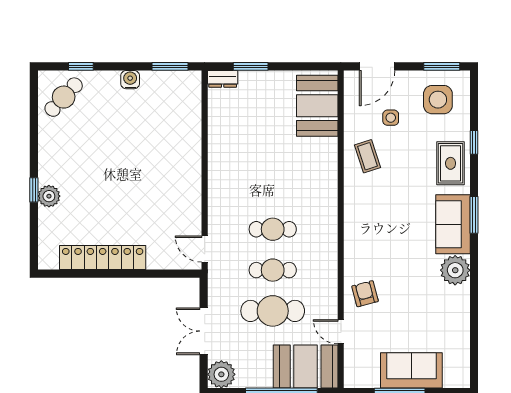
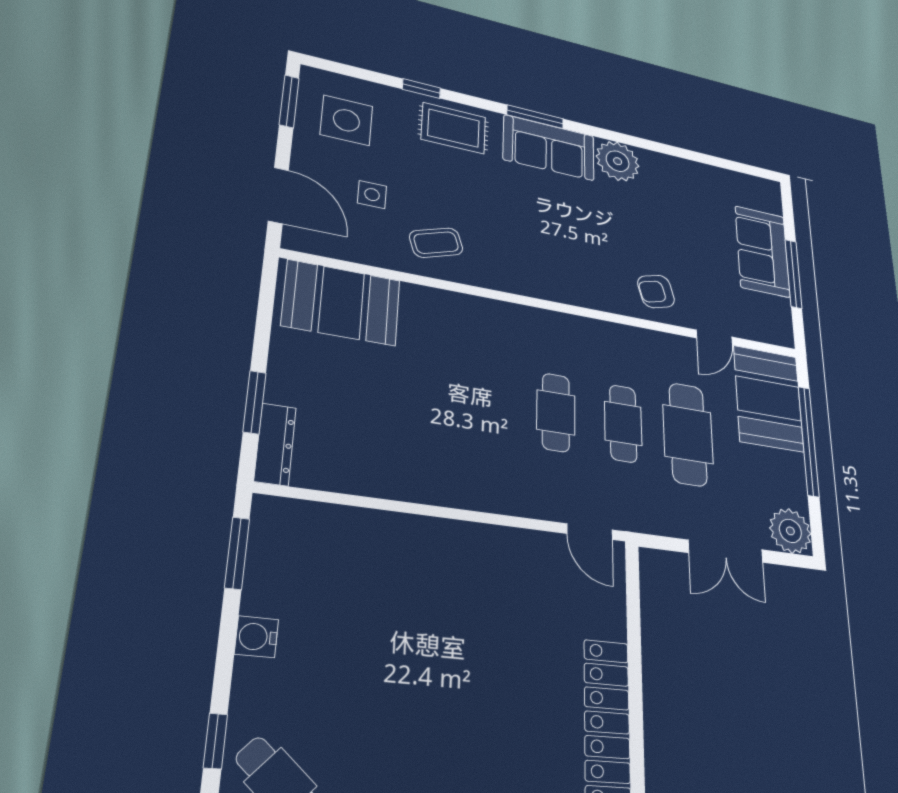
dresser: (223, 79) -> (275, 444), width x1.44
door: (205, 249) -> (590, 532), hinge flipped

